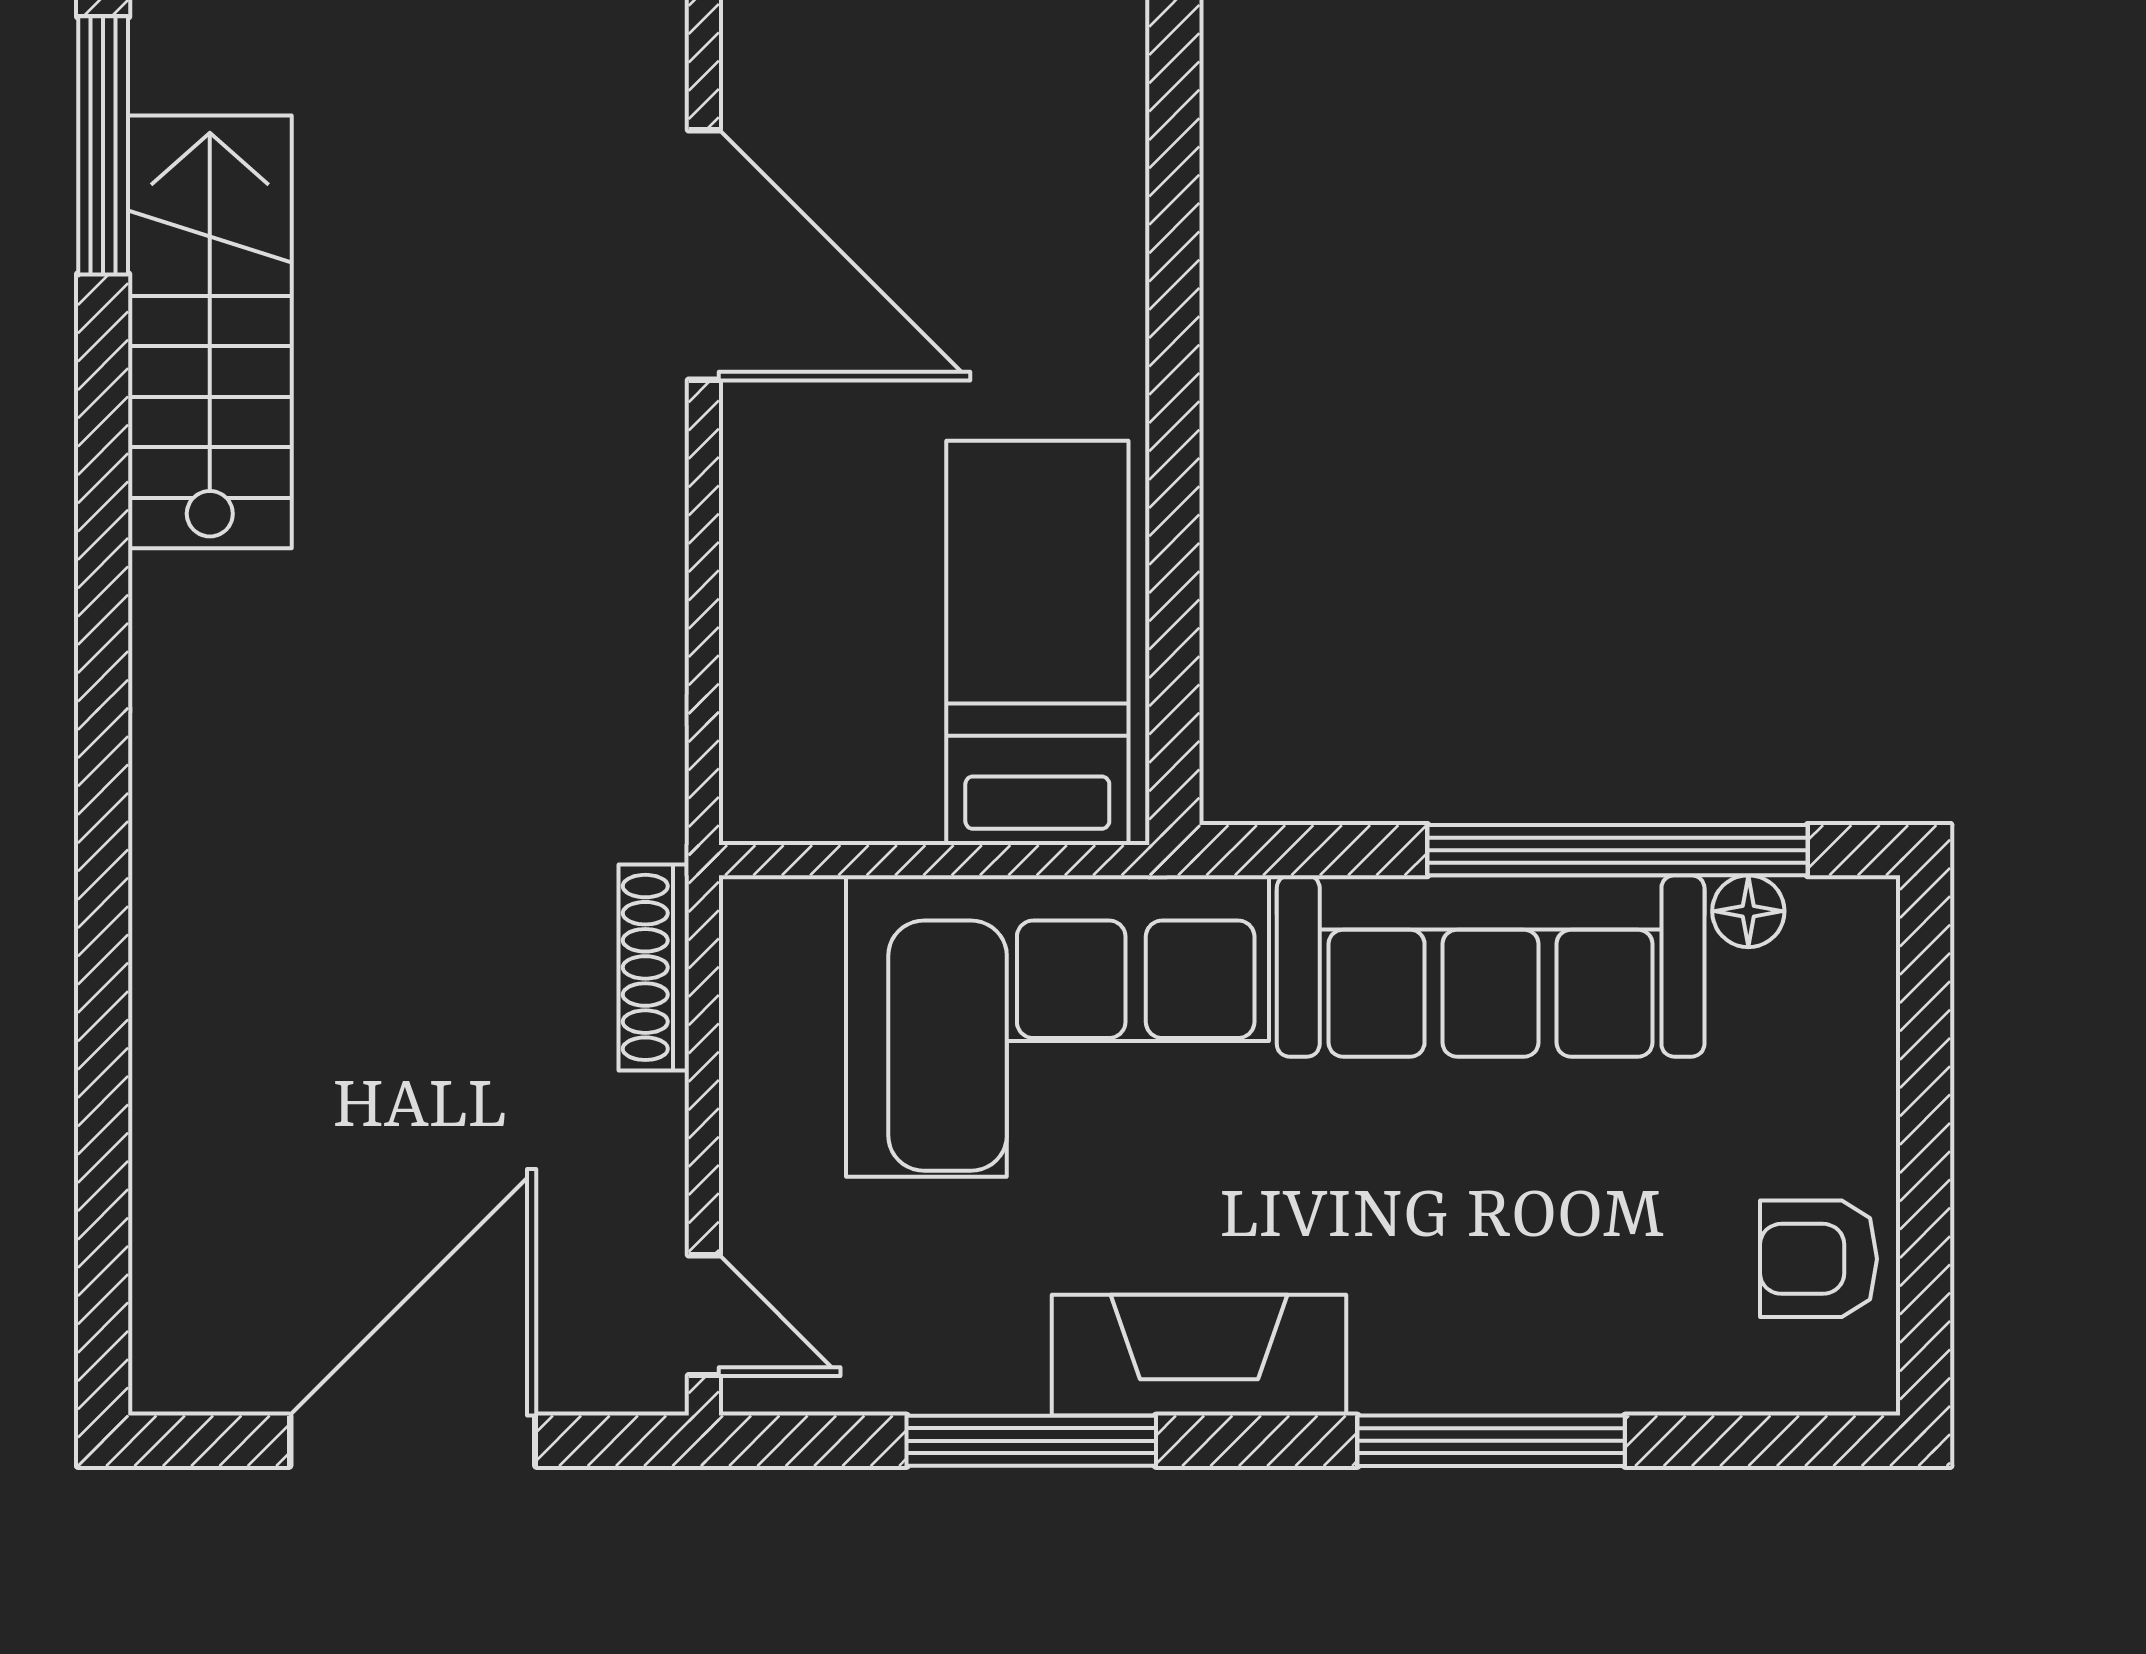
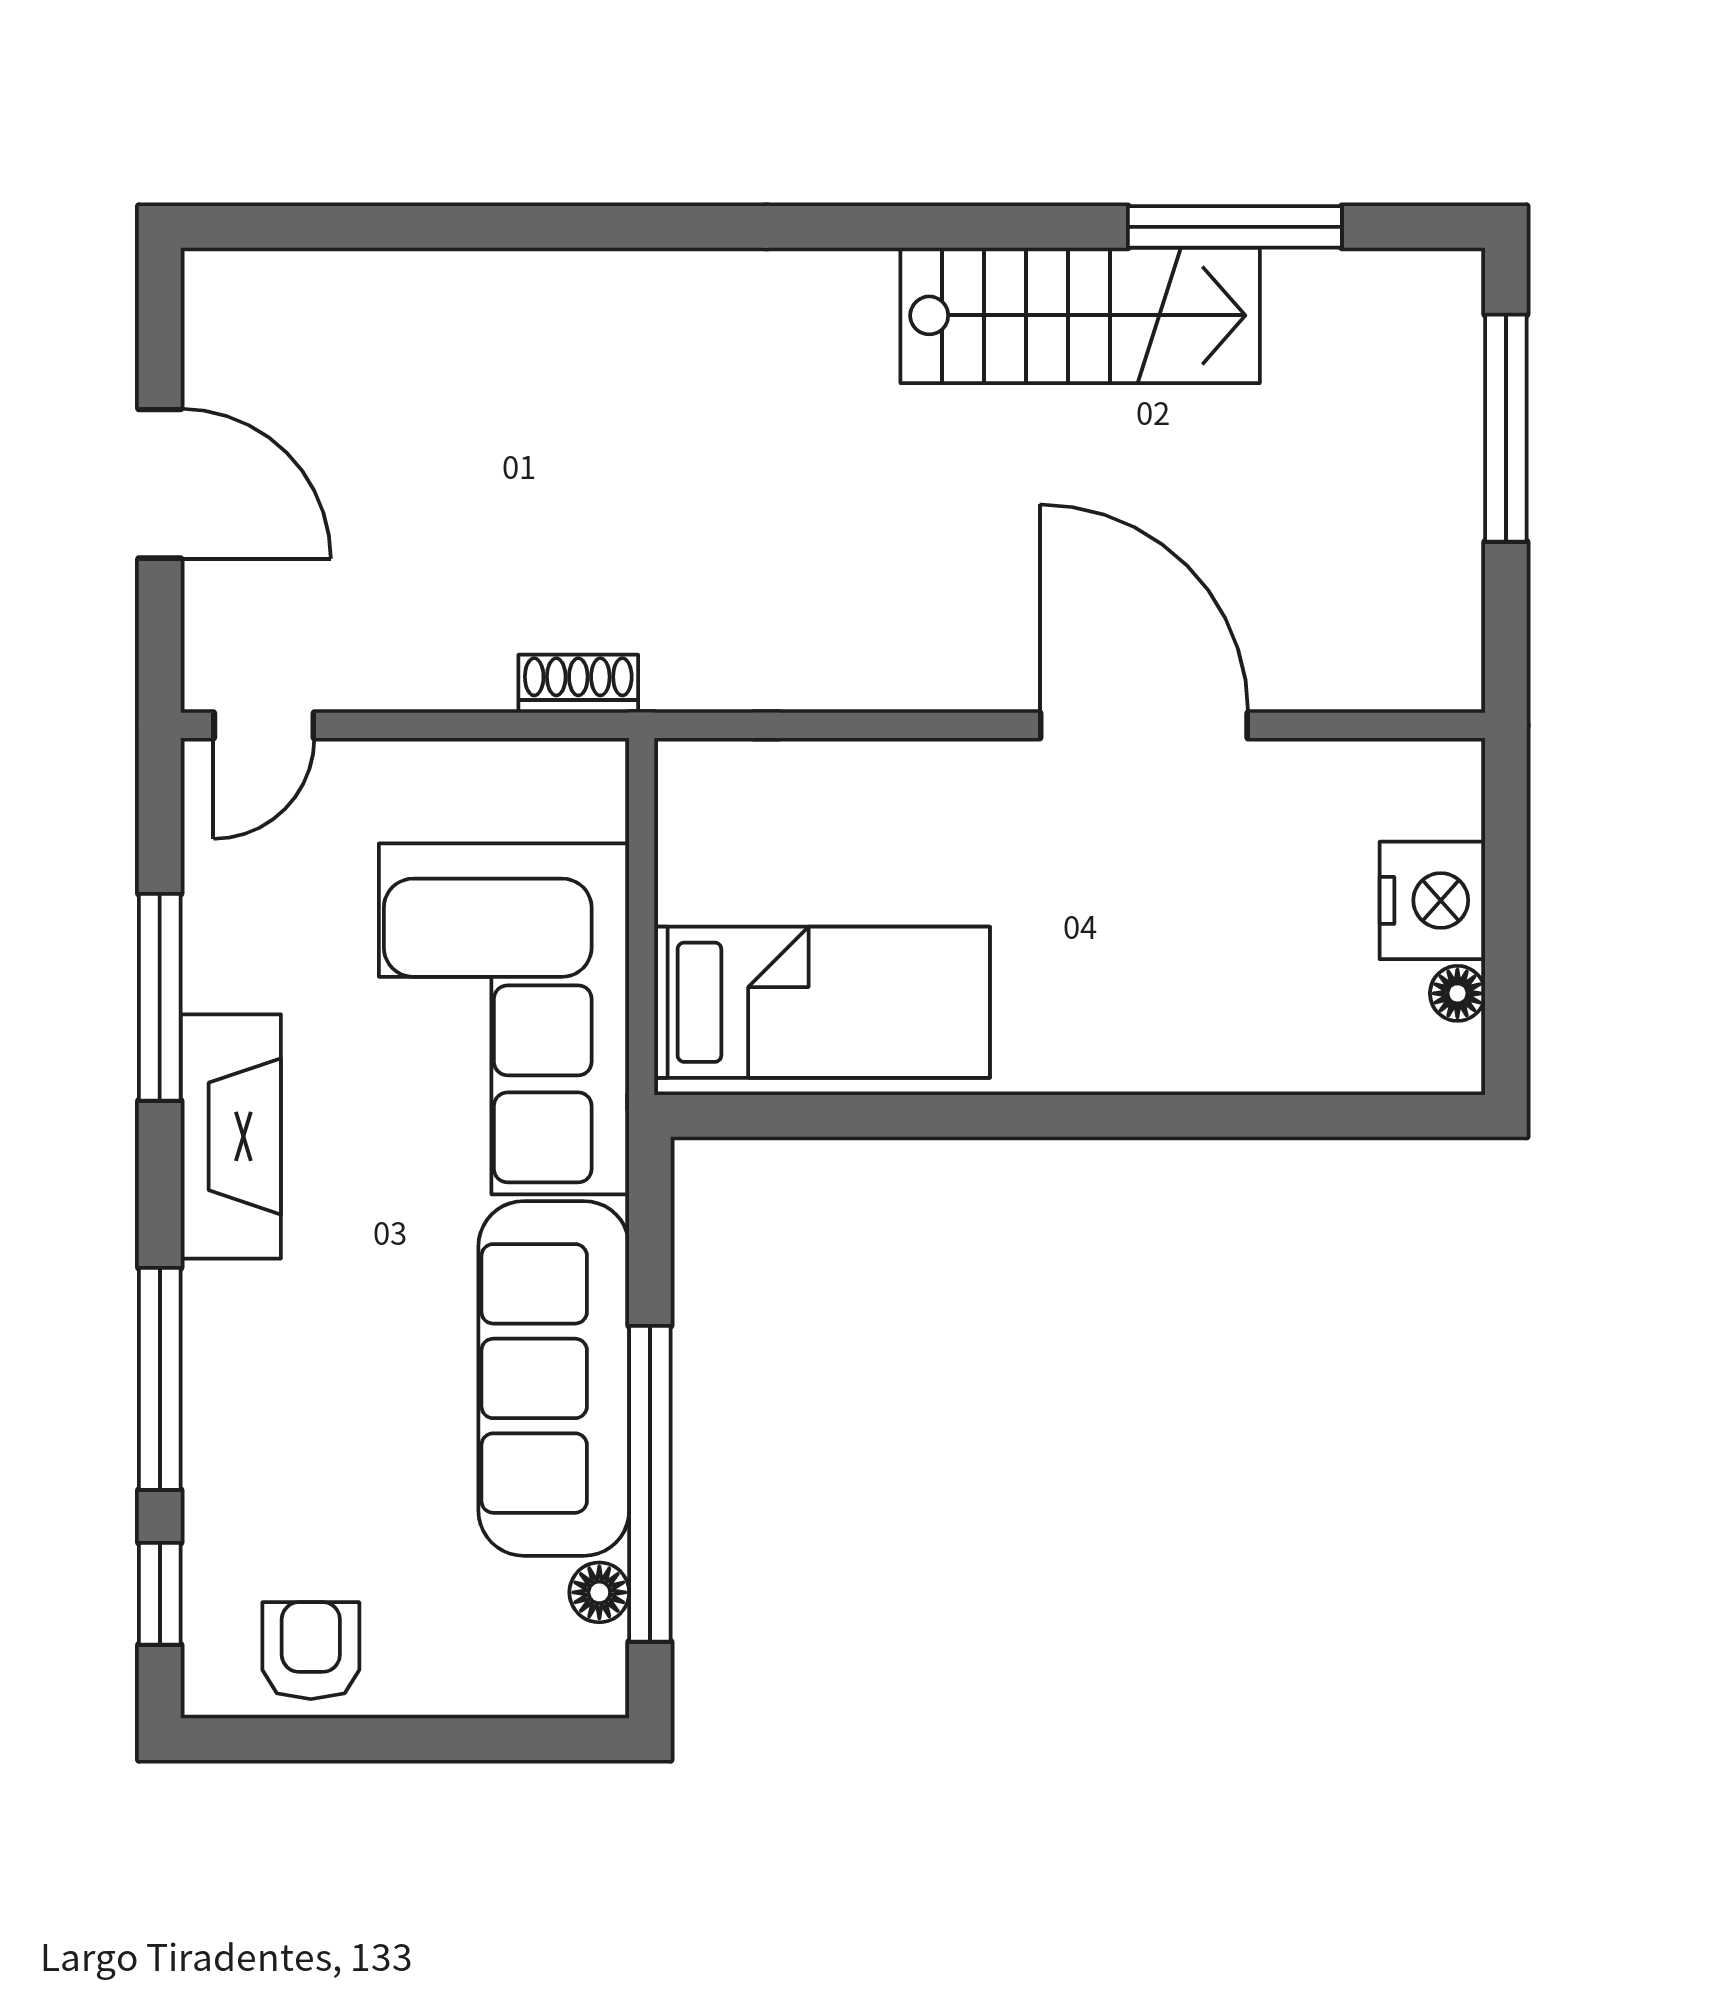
door: (704, 255) -> (1144, 725), swing flipped
shoe rack: (654, 967) -> (578, 684), width x0.70
door: (413, 1441) -> (160, 484), width x0.73
window: (1750, 1441) -> (160, 1594), added

